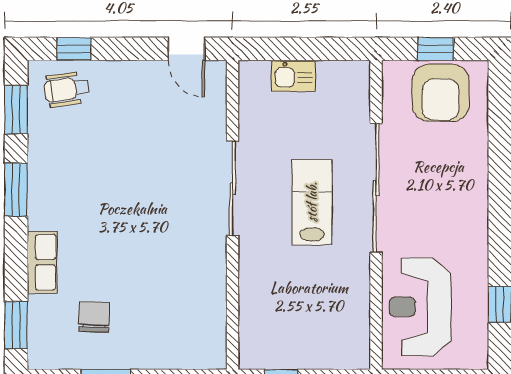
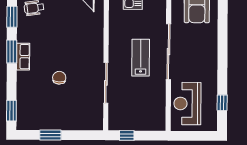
sliding door: (233, 188) -> (106, 83), moved
row of seats: (42, 262) -> (23, 57), moved
chair: (94, 317) -> (59, 78), moved

